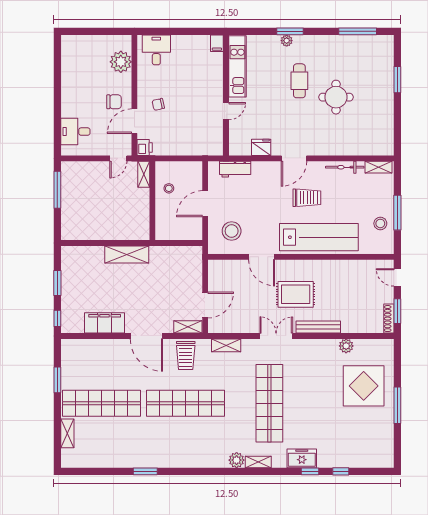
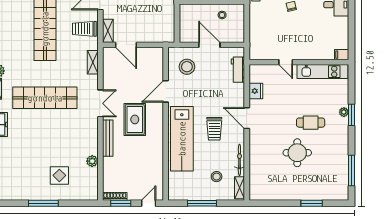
stool: (380, 223) -> (217, 177), moved
display table: (364, 386) -> (59, 175), width x0.54, depth x0.54

